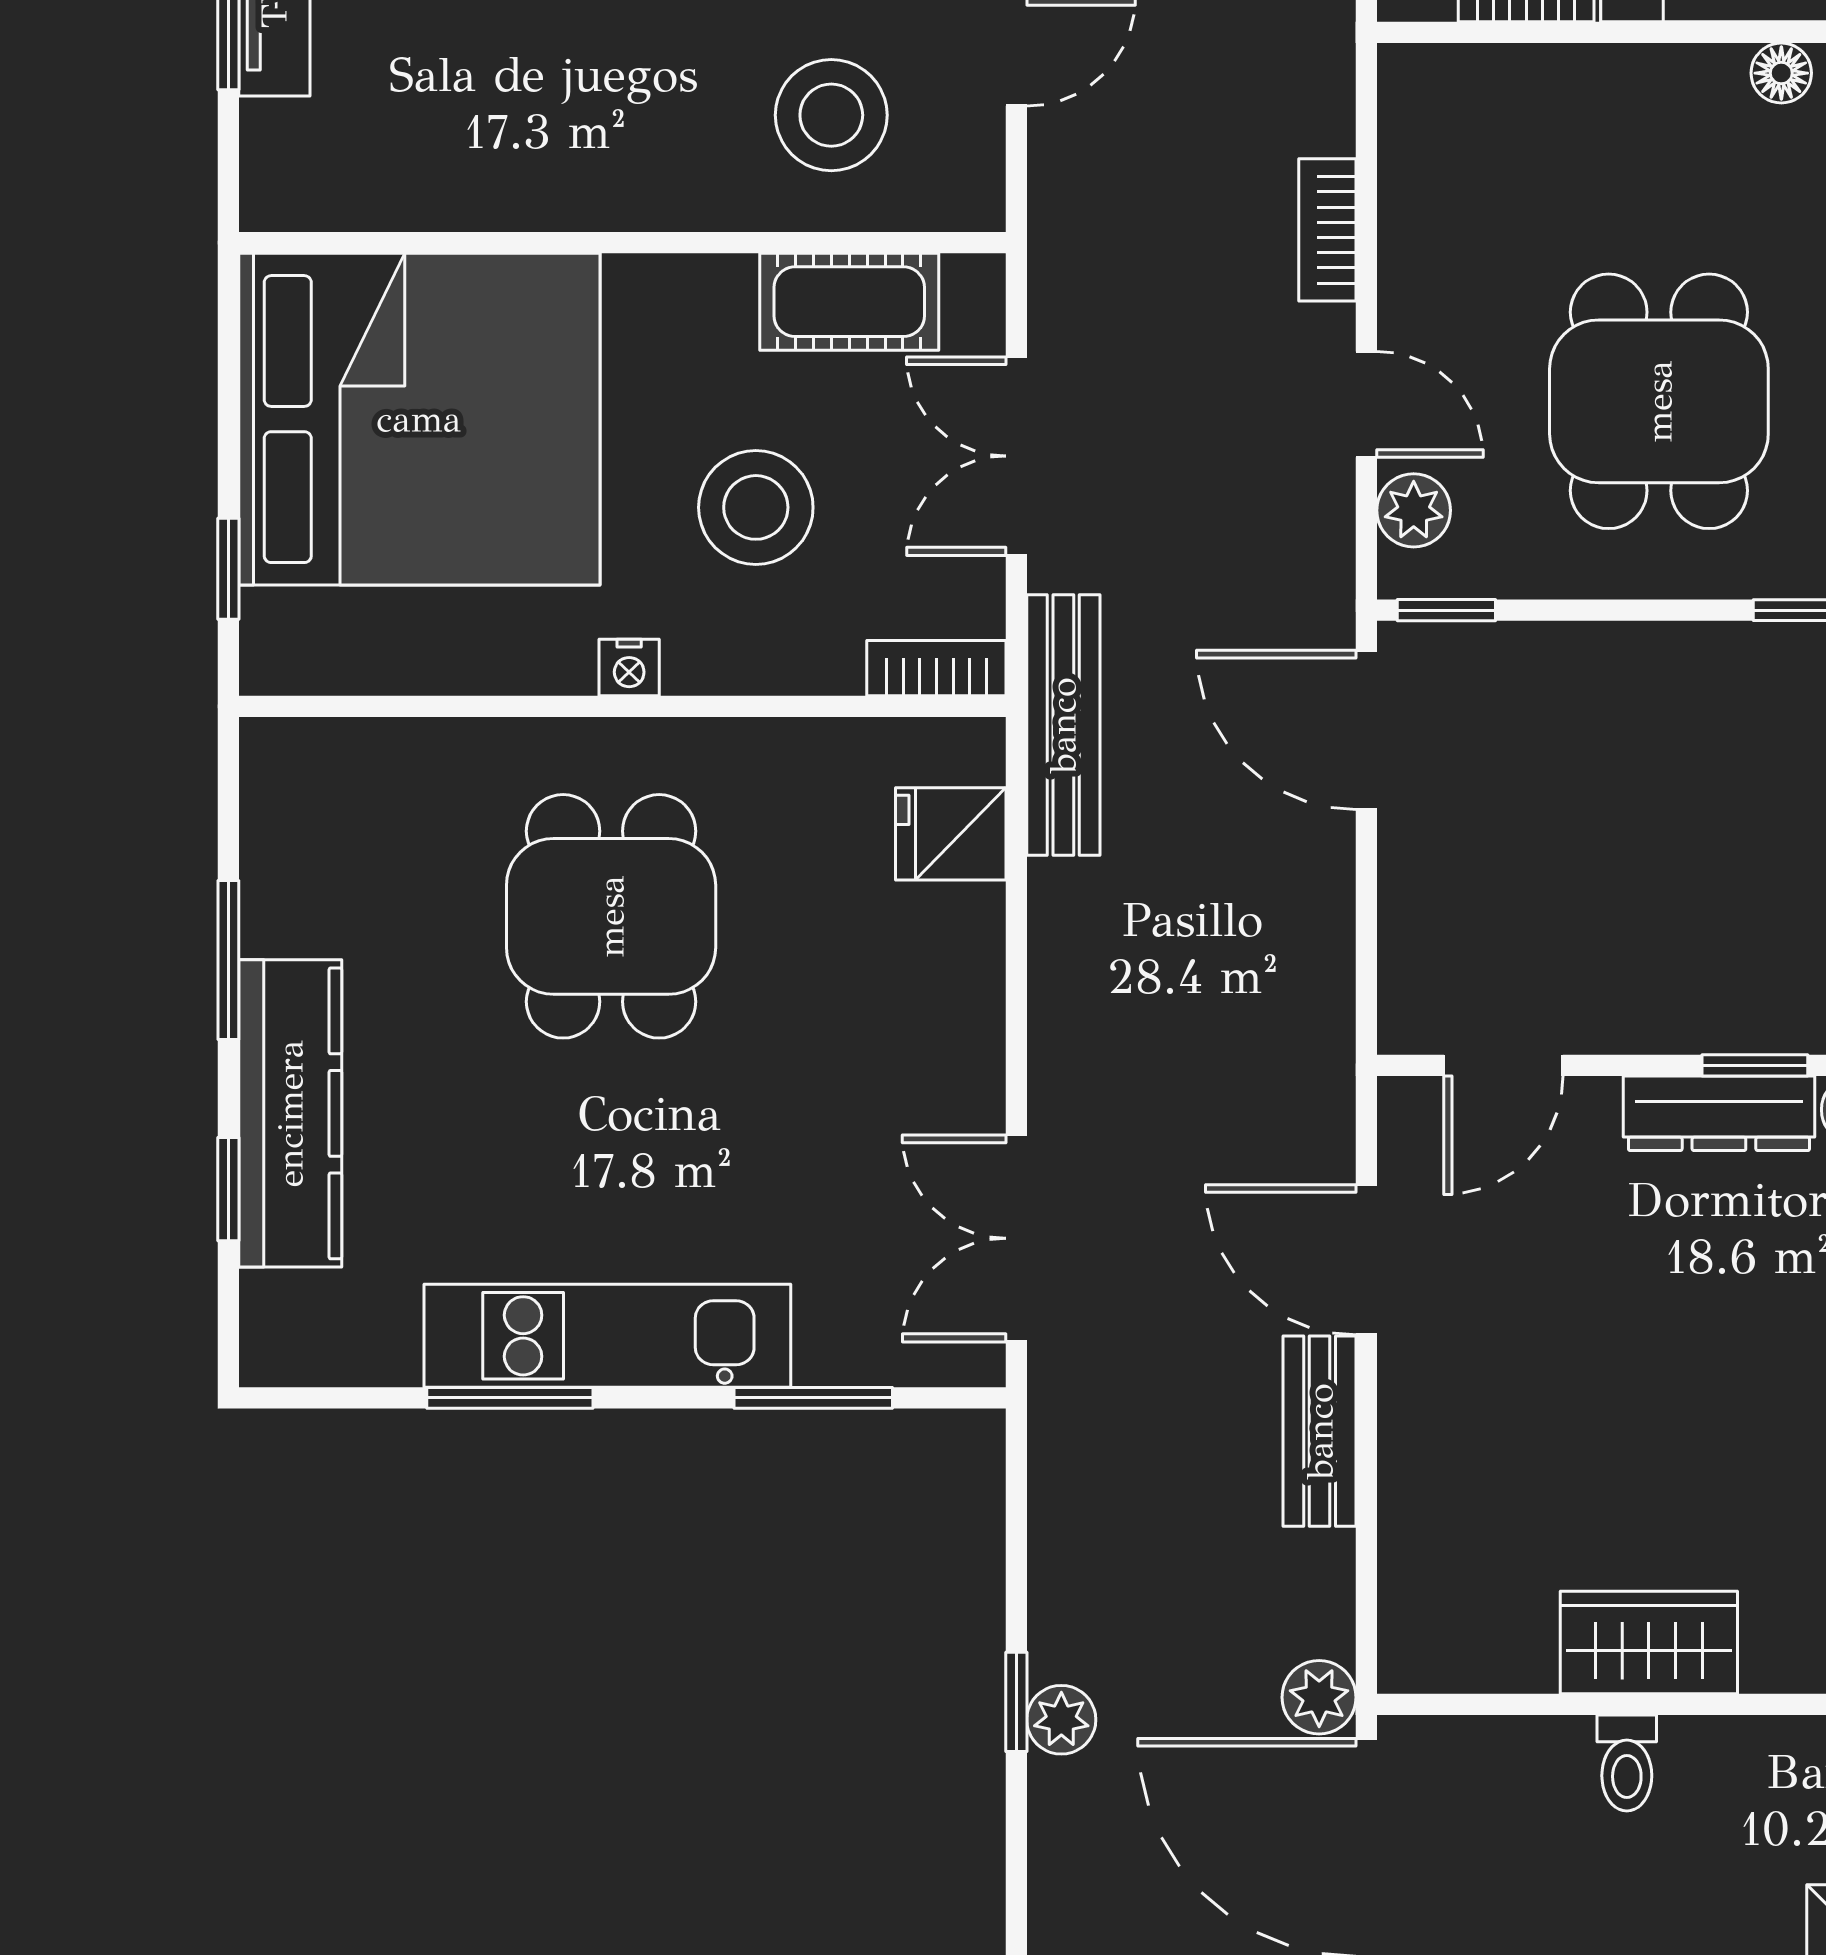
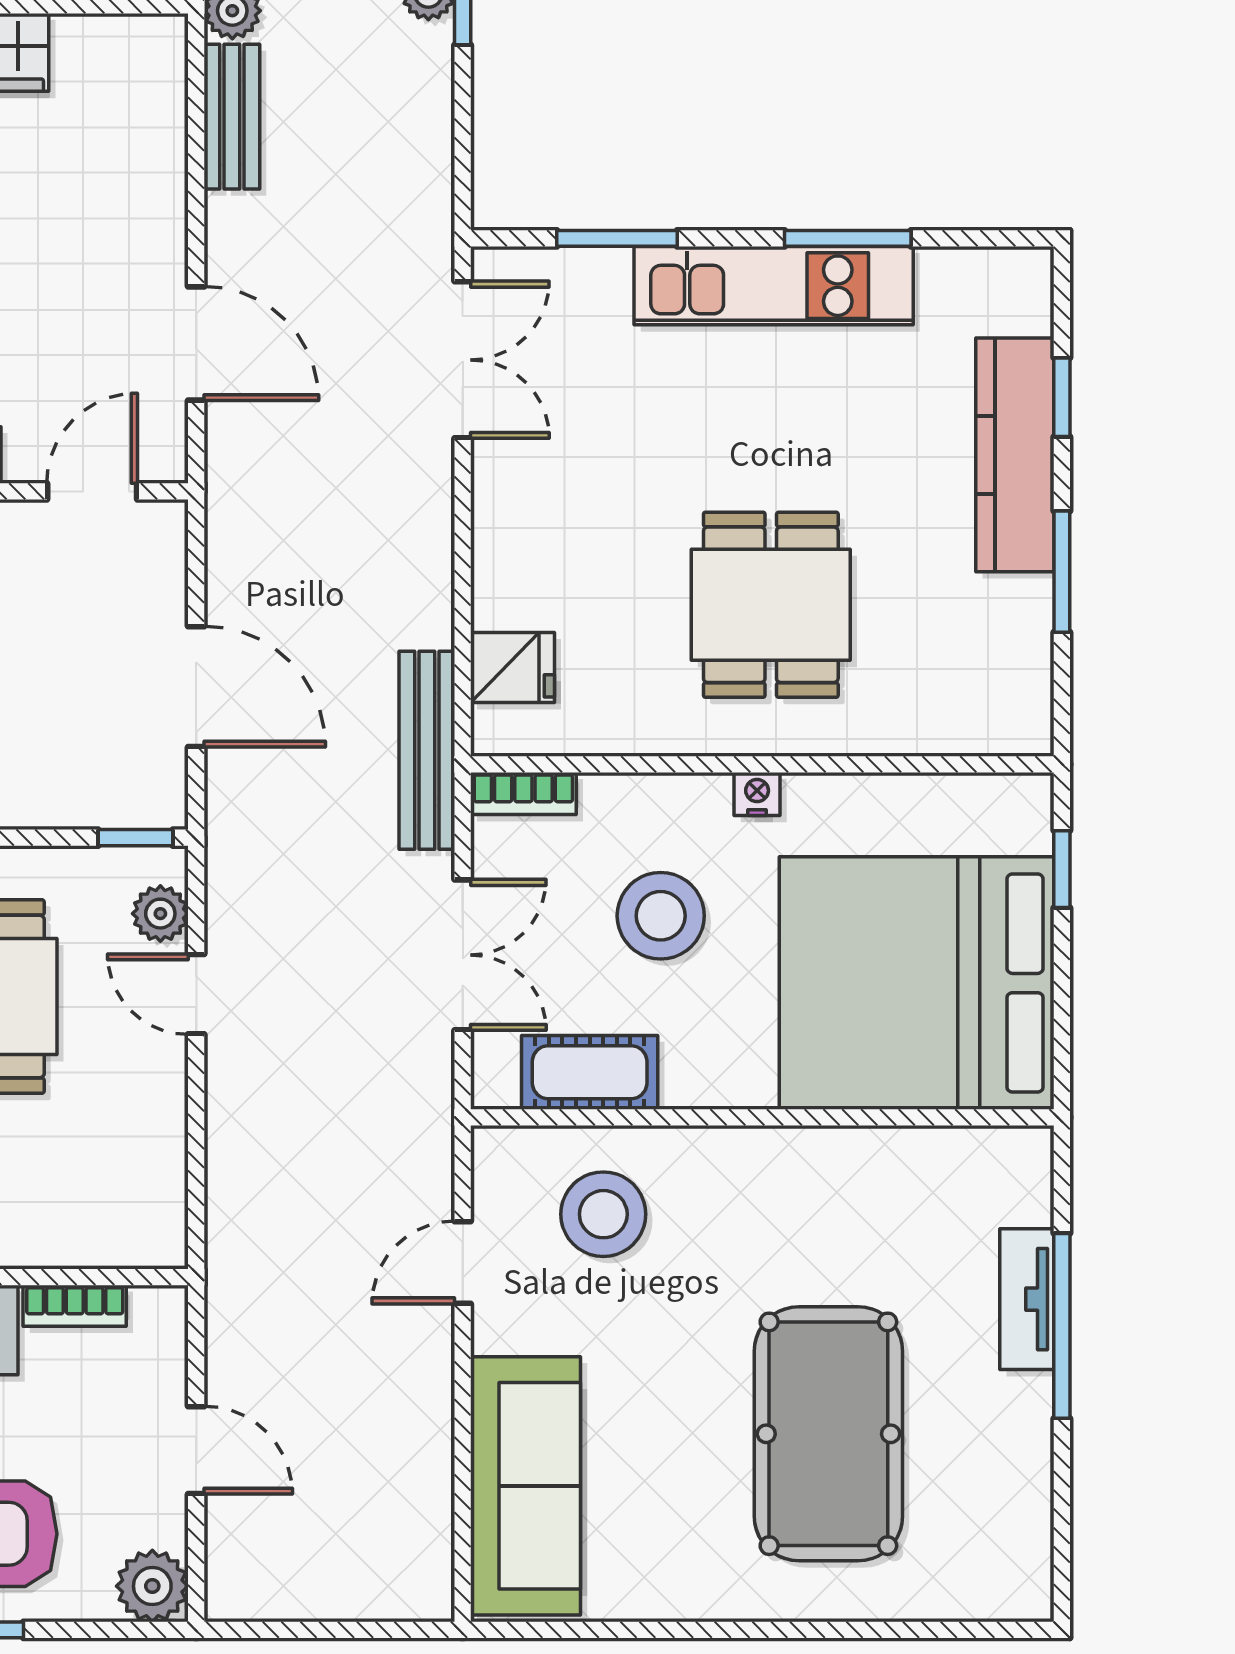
bookcase: (1327, 230) -> (226, 1127), removed
door: (1366, 730) -> (196, 687), moved
bench: (1320, 1431) -> (232, 117), moved

